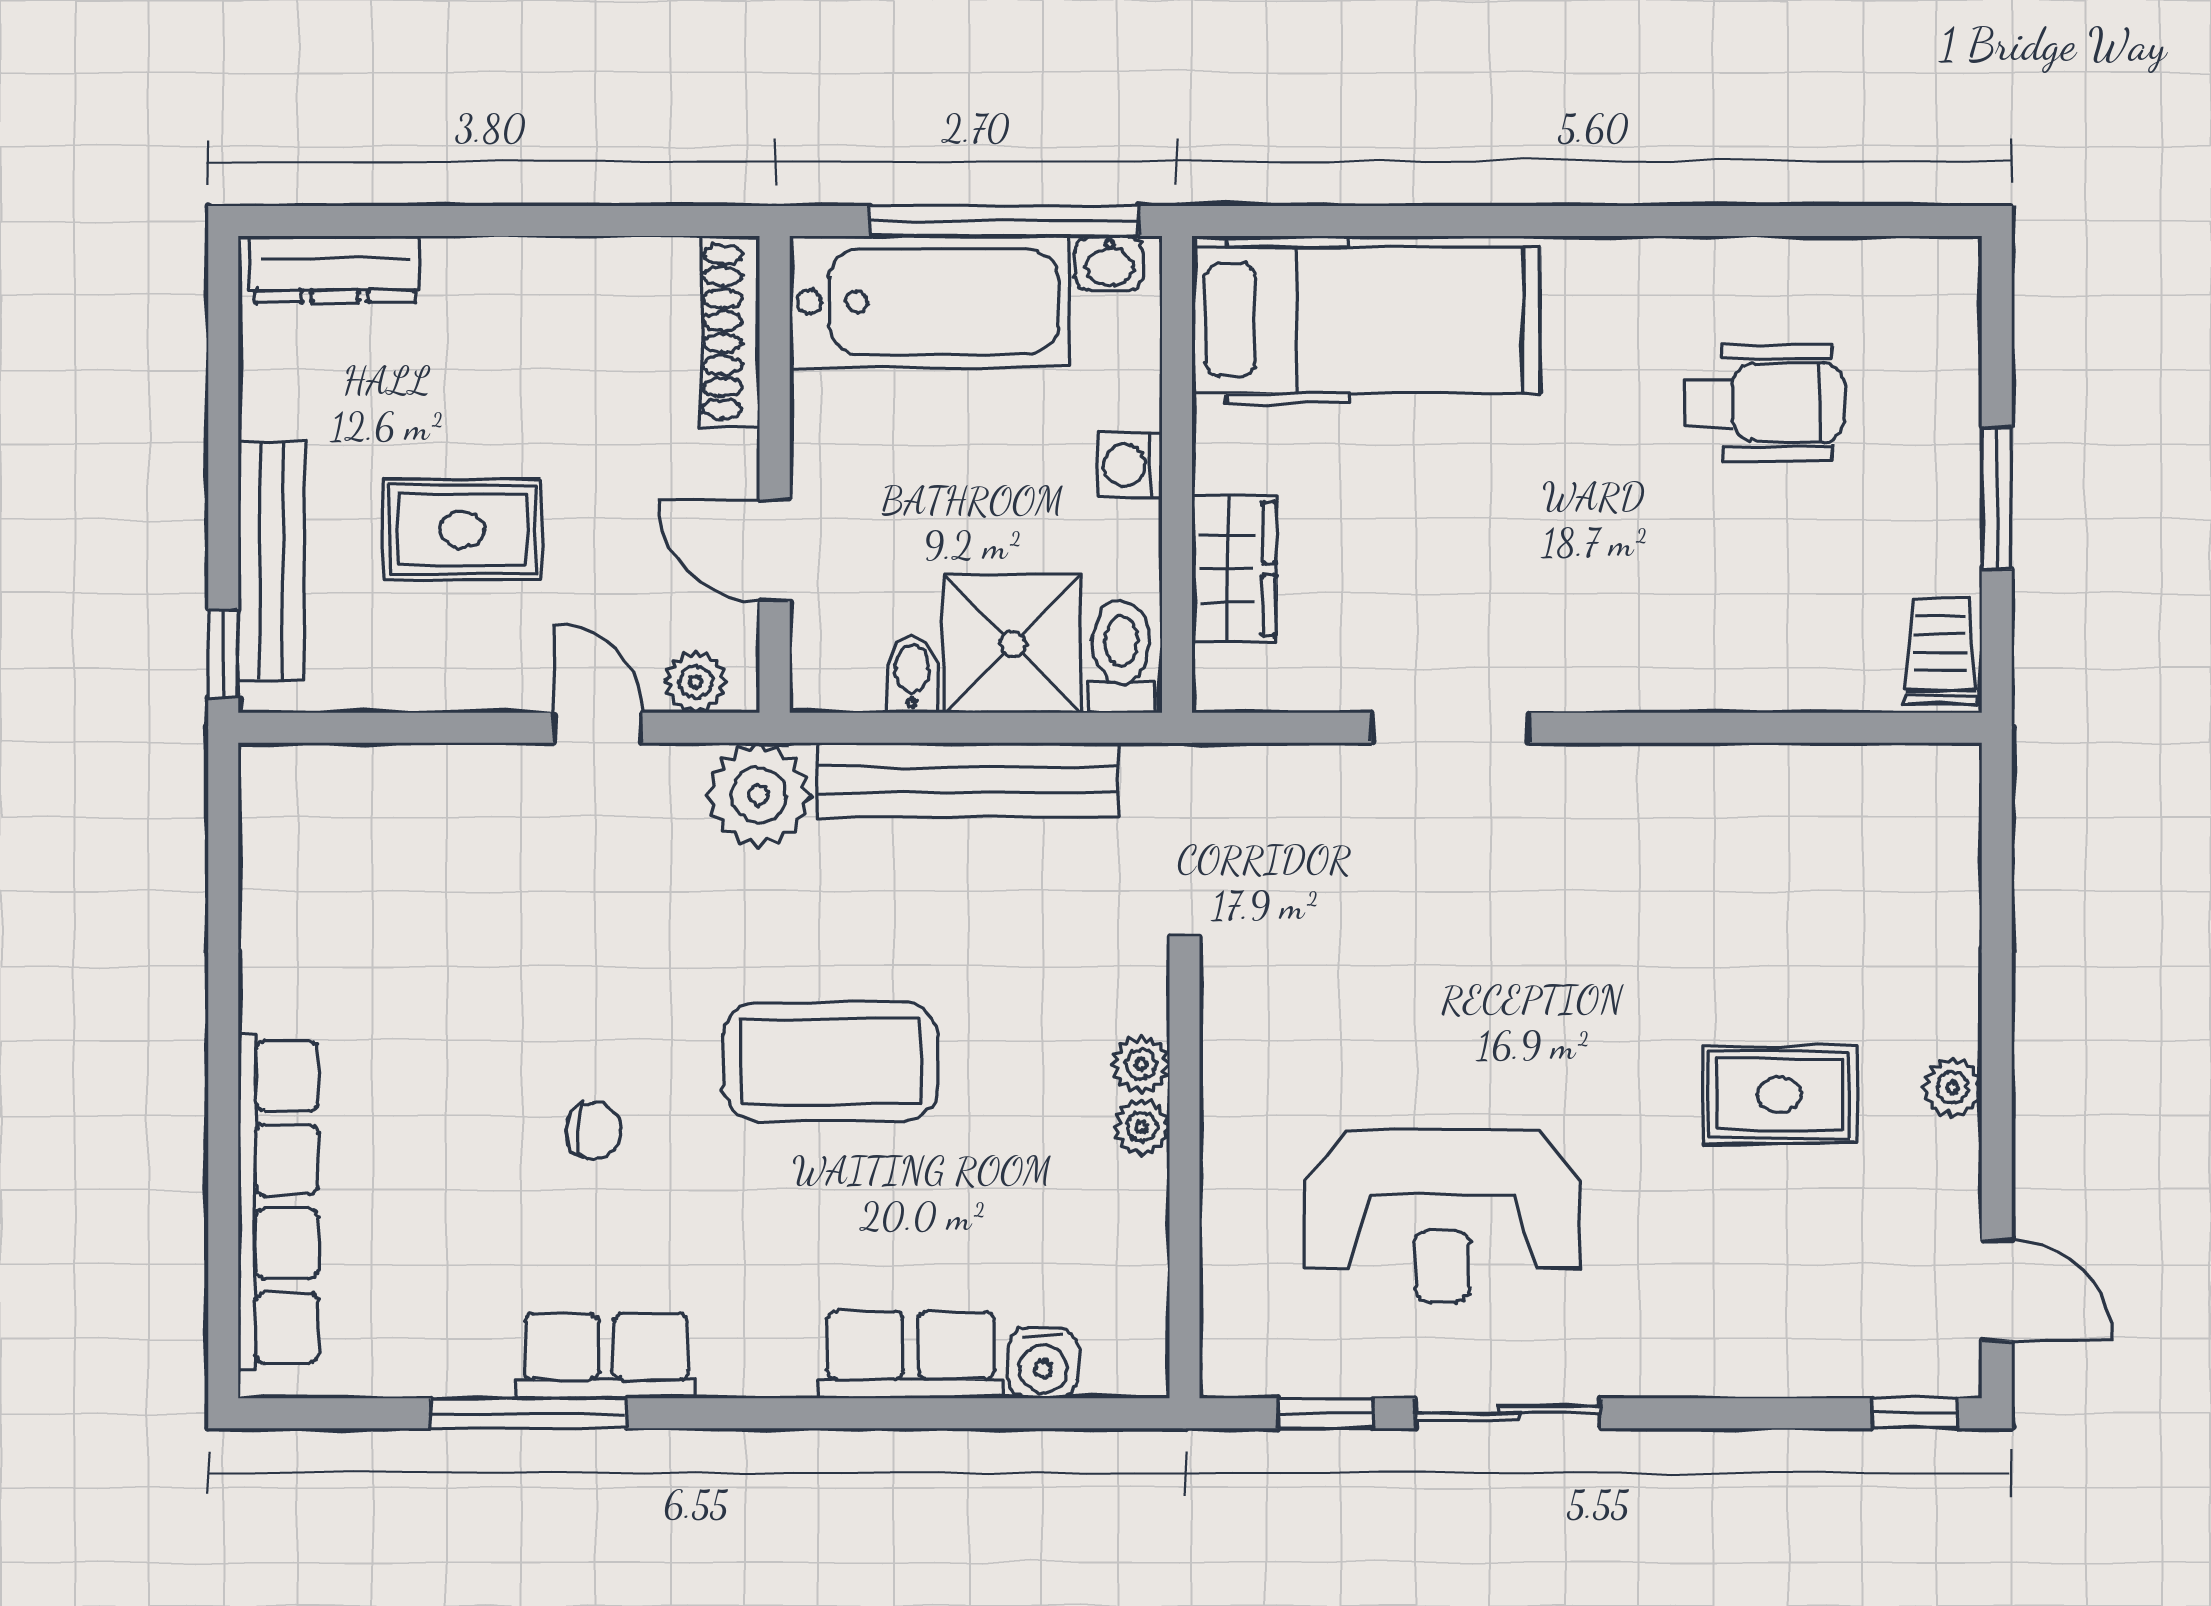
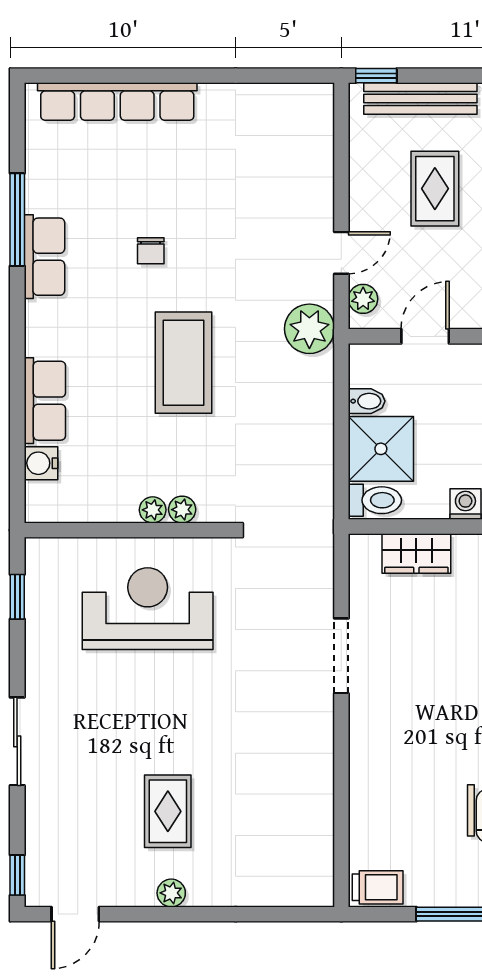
bench: (968, 780) -> (317, 428), removed
reception desk: (1442, 1216) -> (148, 609), moved, turned 90
sliding door: (1508, 1413) -> (17, 741), moved

